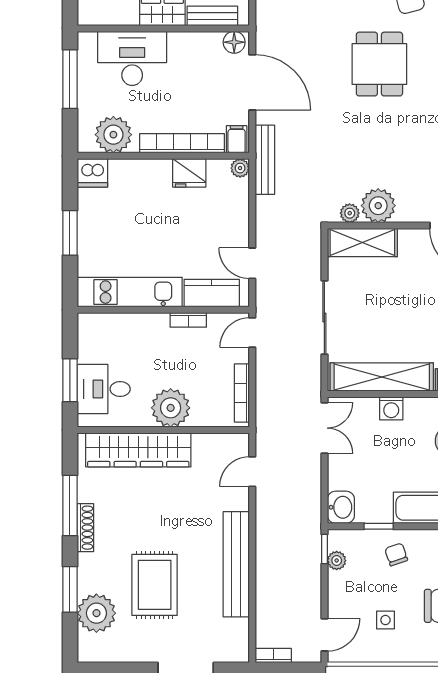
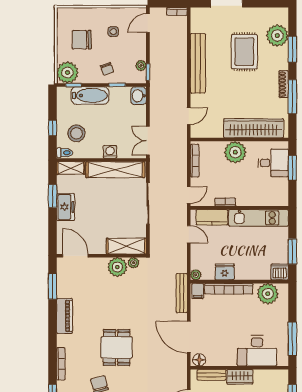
plant: (113, 135) -> (268, 294), moved
filing cabinet: (237, 139) -> (198, 291), moved
bookcase: (182, 143) -> (229, 289), moved
wall: (163, 156) -> (239, 282), moved
plant: (240, 168) -> (196, 275), moved
dishwasher: (92, 173) -> (280, 272), moved
fridge: (189, 173) -> (225, 272), moved

